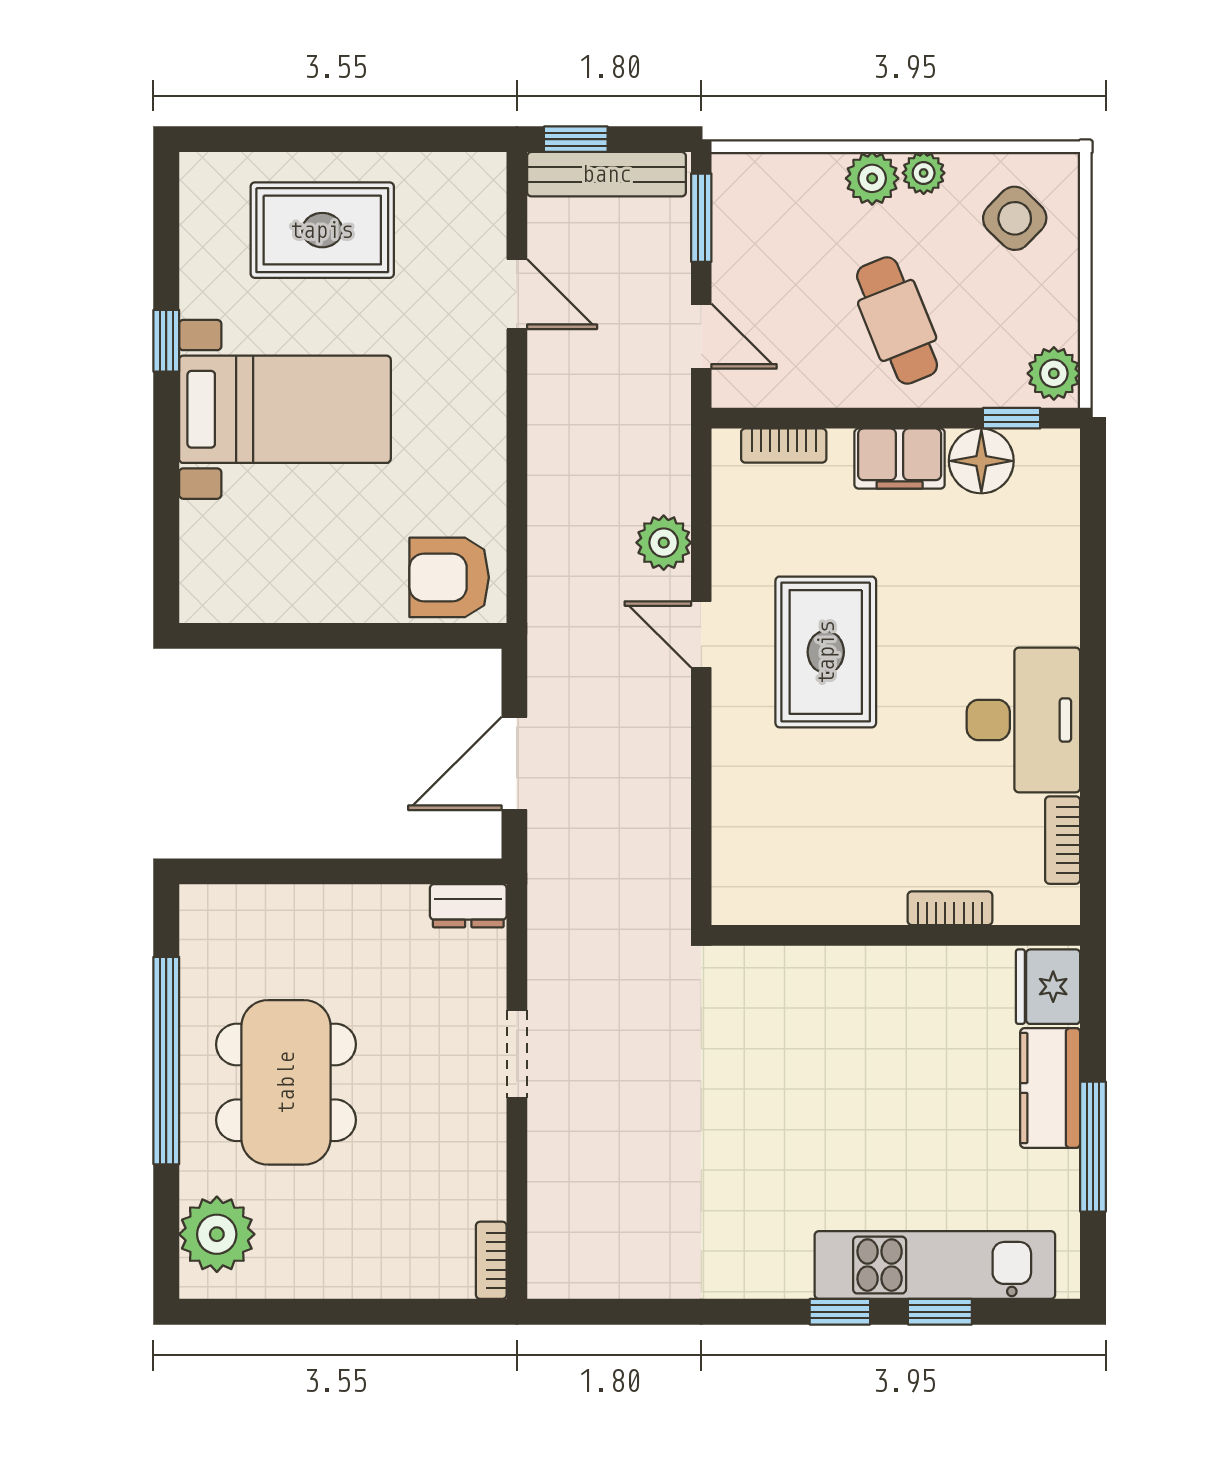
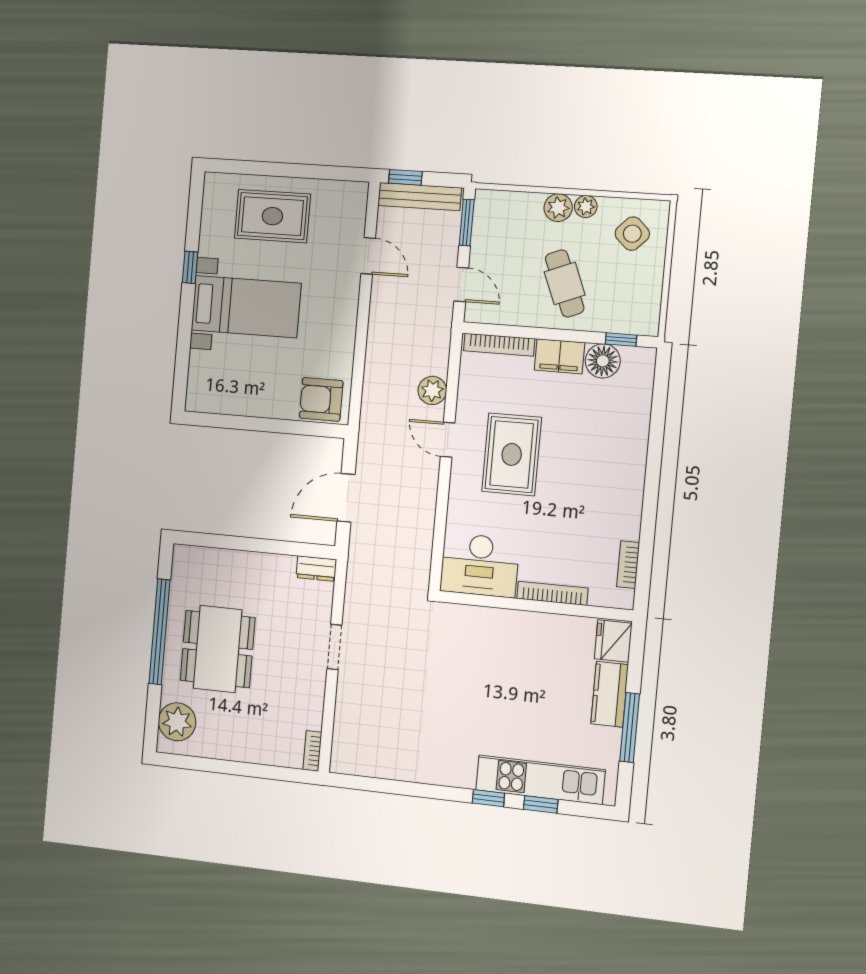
plant: (1054, 373) -> (646, 318), removed
bookcase: (784, 446) -> (499, 345), width x1.56
desk: (1023, 720) -> (480, 565), moved, turned 90
bookcase: (950, 908) -> (552, 593), width x1.56

